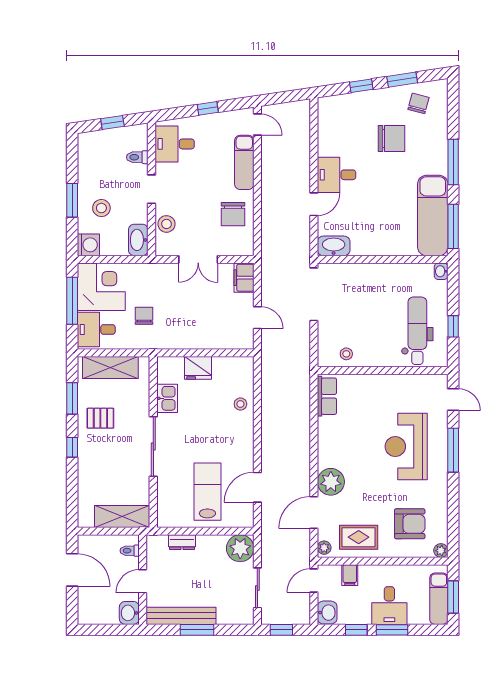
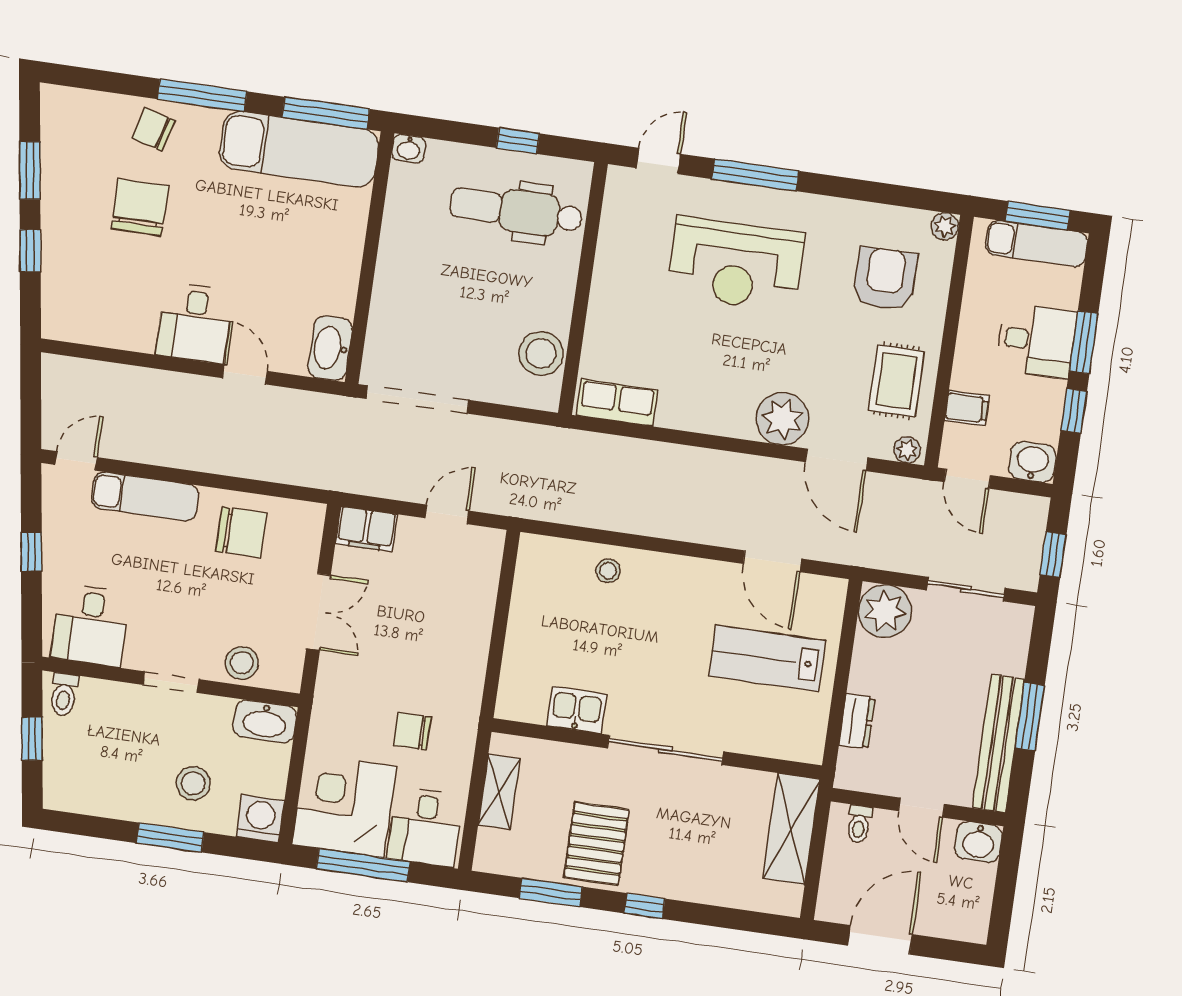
chair: (418, 103) -> (154, 129), moved
toilet: (137, 157) -> (64, 695), moved
stool: (346, 354) -> (541, 354), width x1.89, depth x1.89
shelving: (110, 367) -> (499, 792), width x0.67, depth x0.75
fridge: (198, 368) -> (527, 642), removed
pallet: (100, 418) -> (596, 844), width x1.50, depth x1.42

